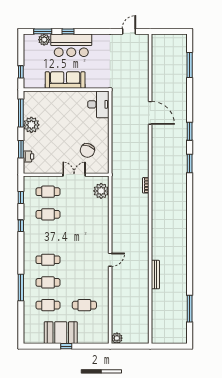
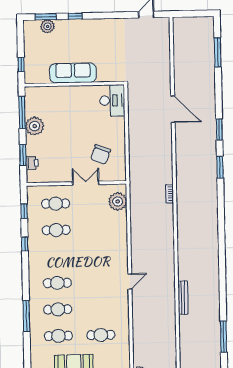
bar counter: (71, 45) -> (79, 32), removed

